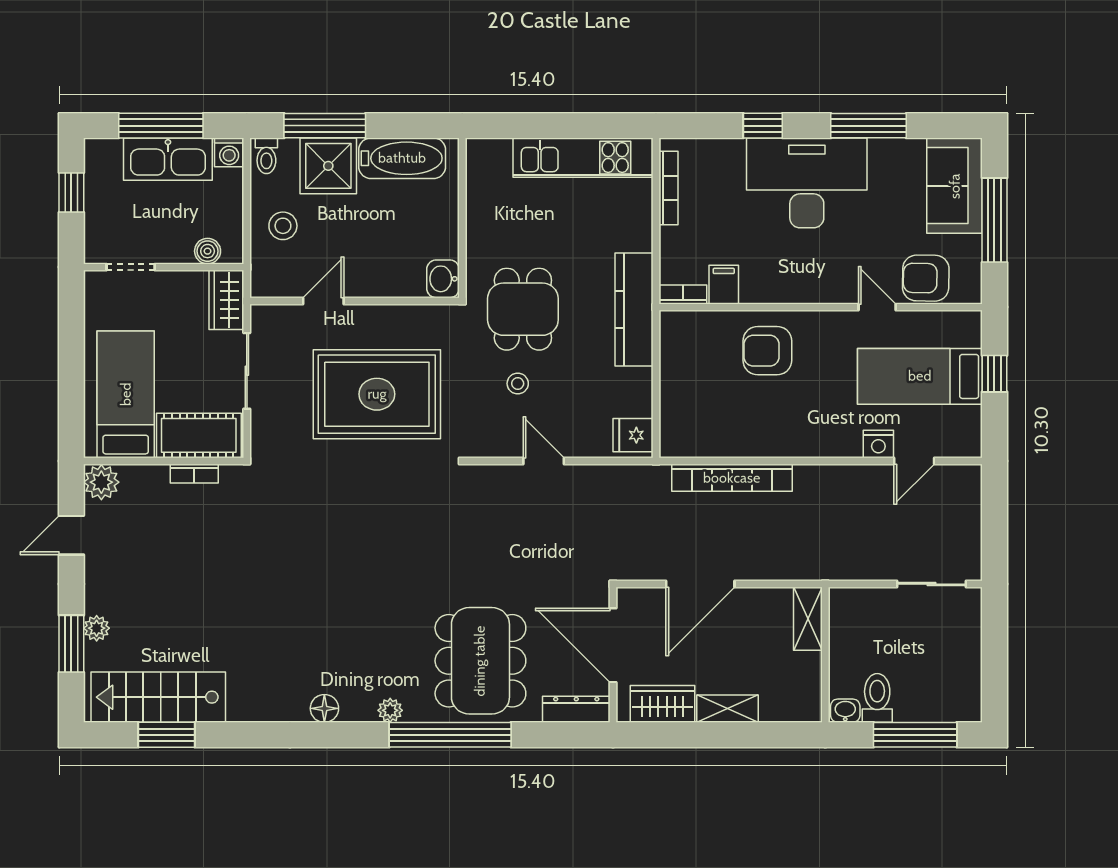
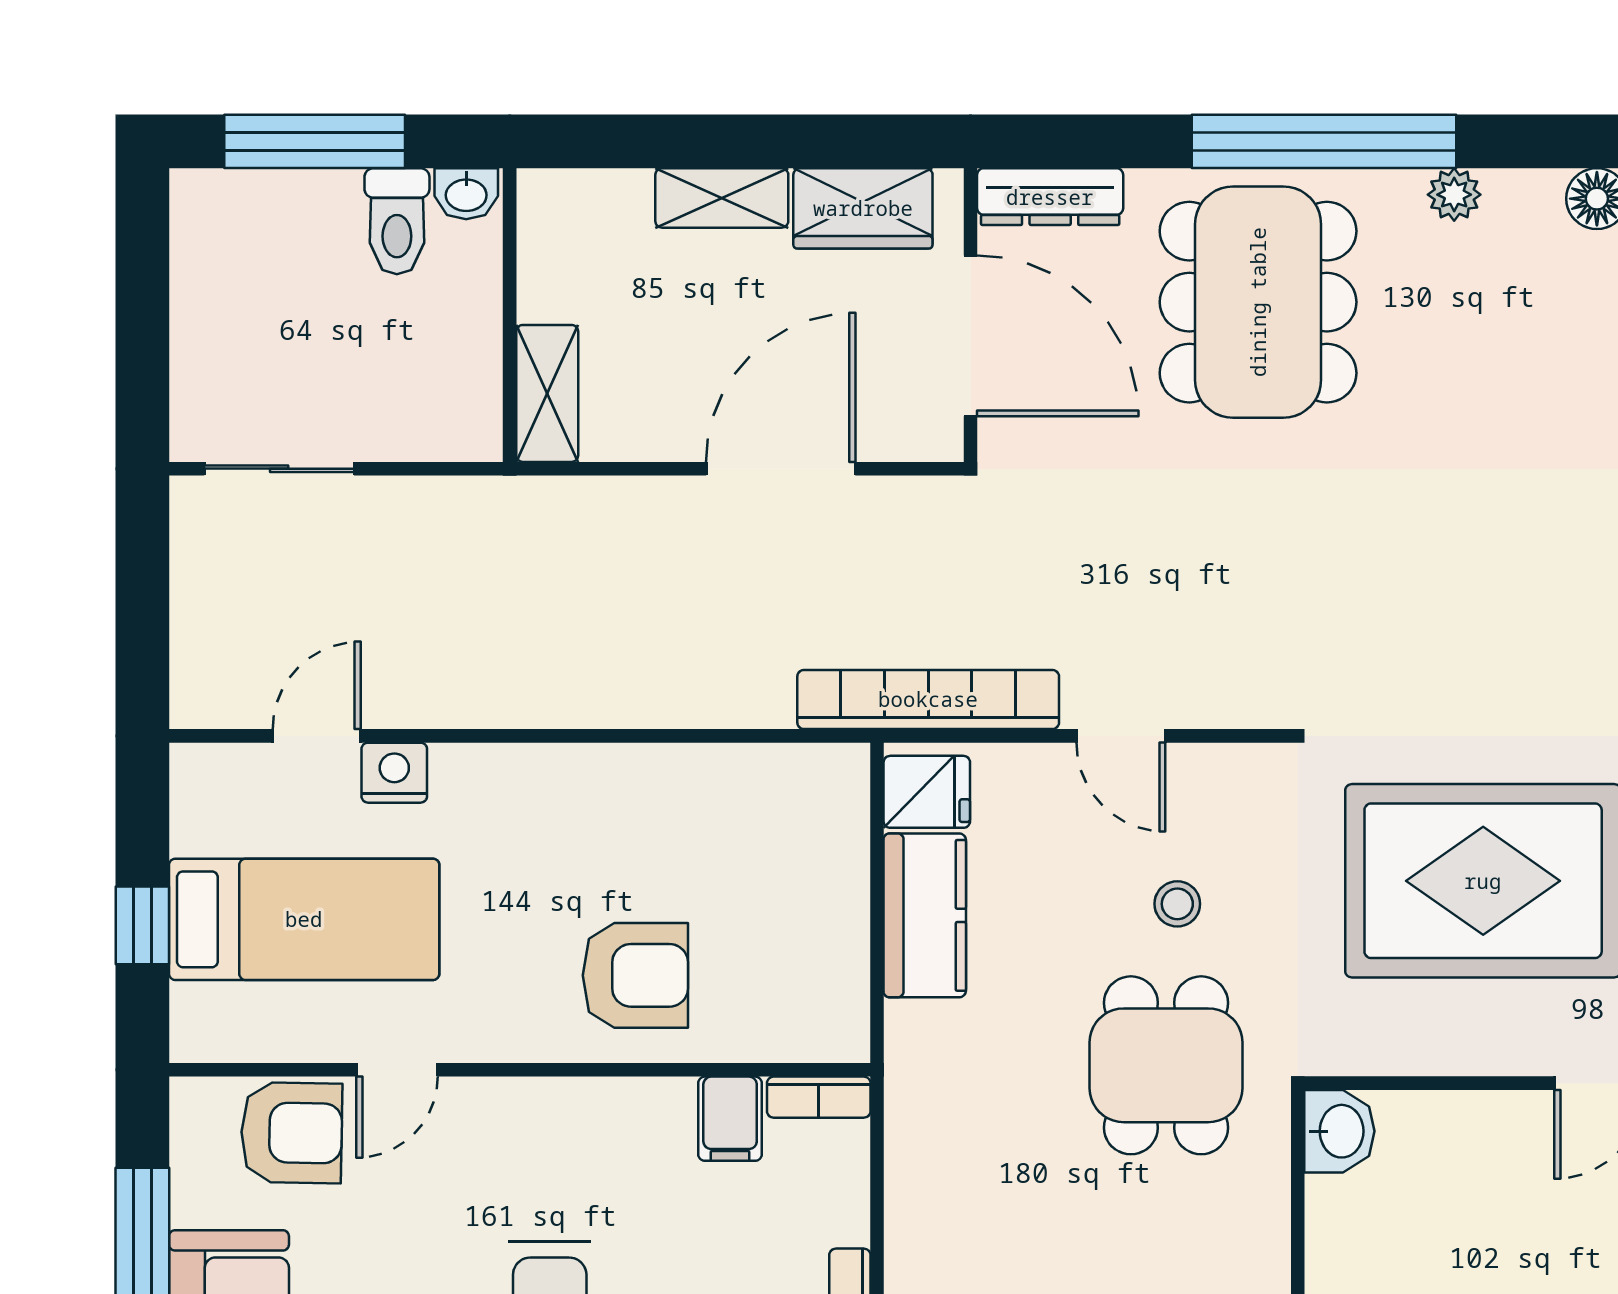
door: (877, 307) -> (397, 1070), hinge flipped
kitchen counter: (634, 309) -> (925, 915), moved, width x0.67
bookcase: (732, 478) -> (928, 699), moved

